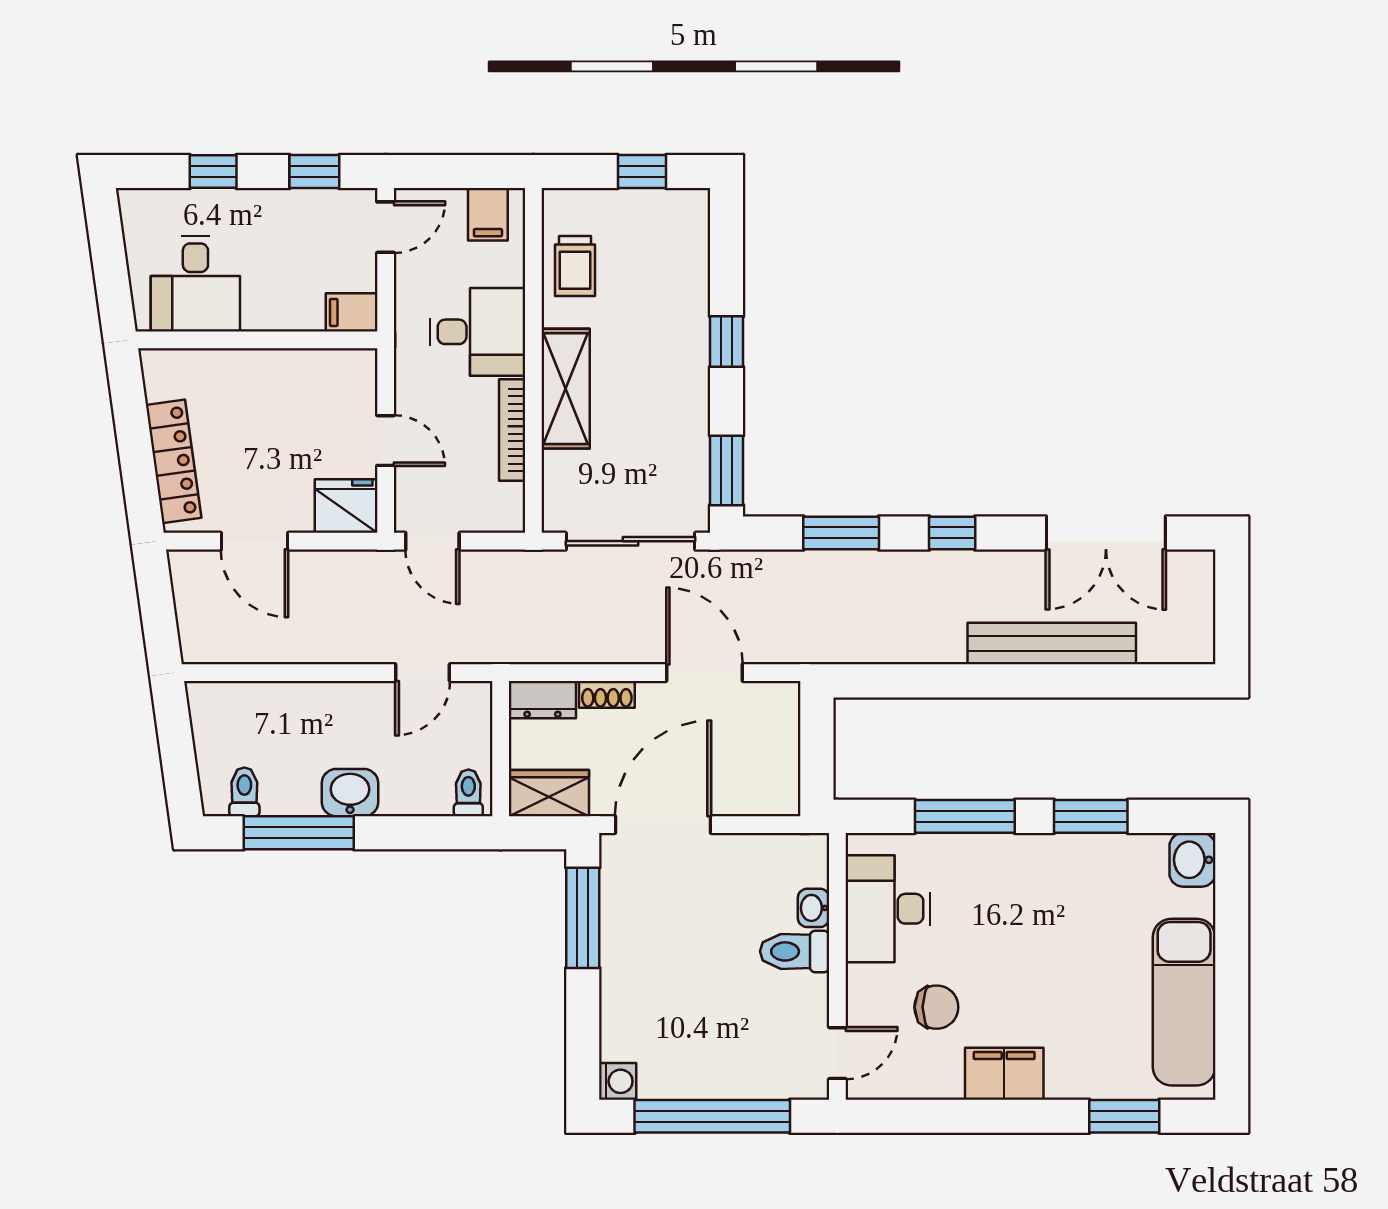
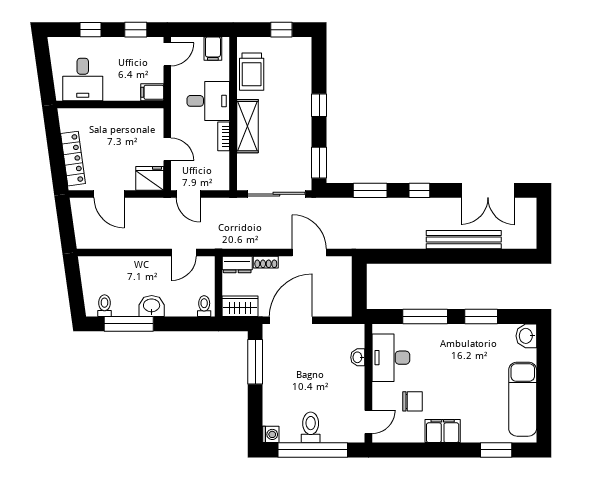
trolley: (575, 266) -> (252, 72), width x1.36, depth x1.39
bookcase: (512, 430) -> (224, 136), width x0.64
toilet: (795, 951) -> (311, 427), moved, turned 90

